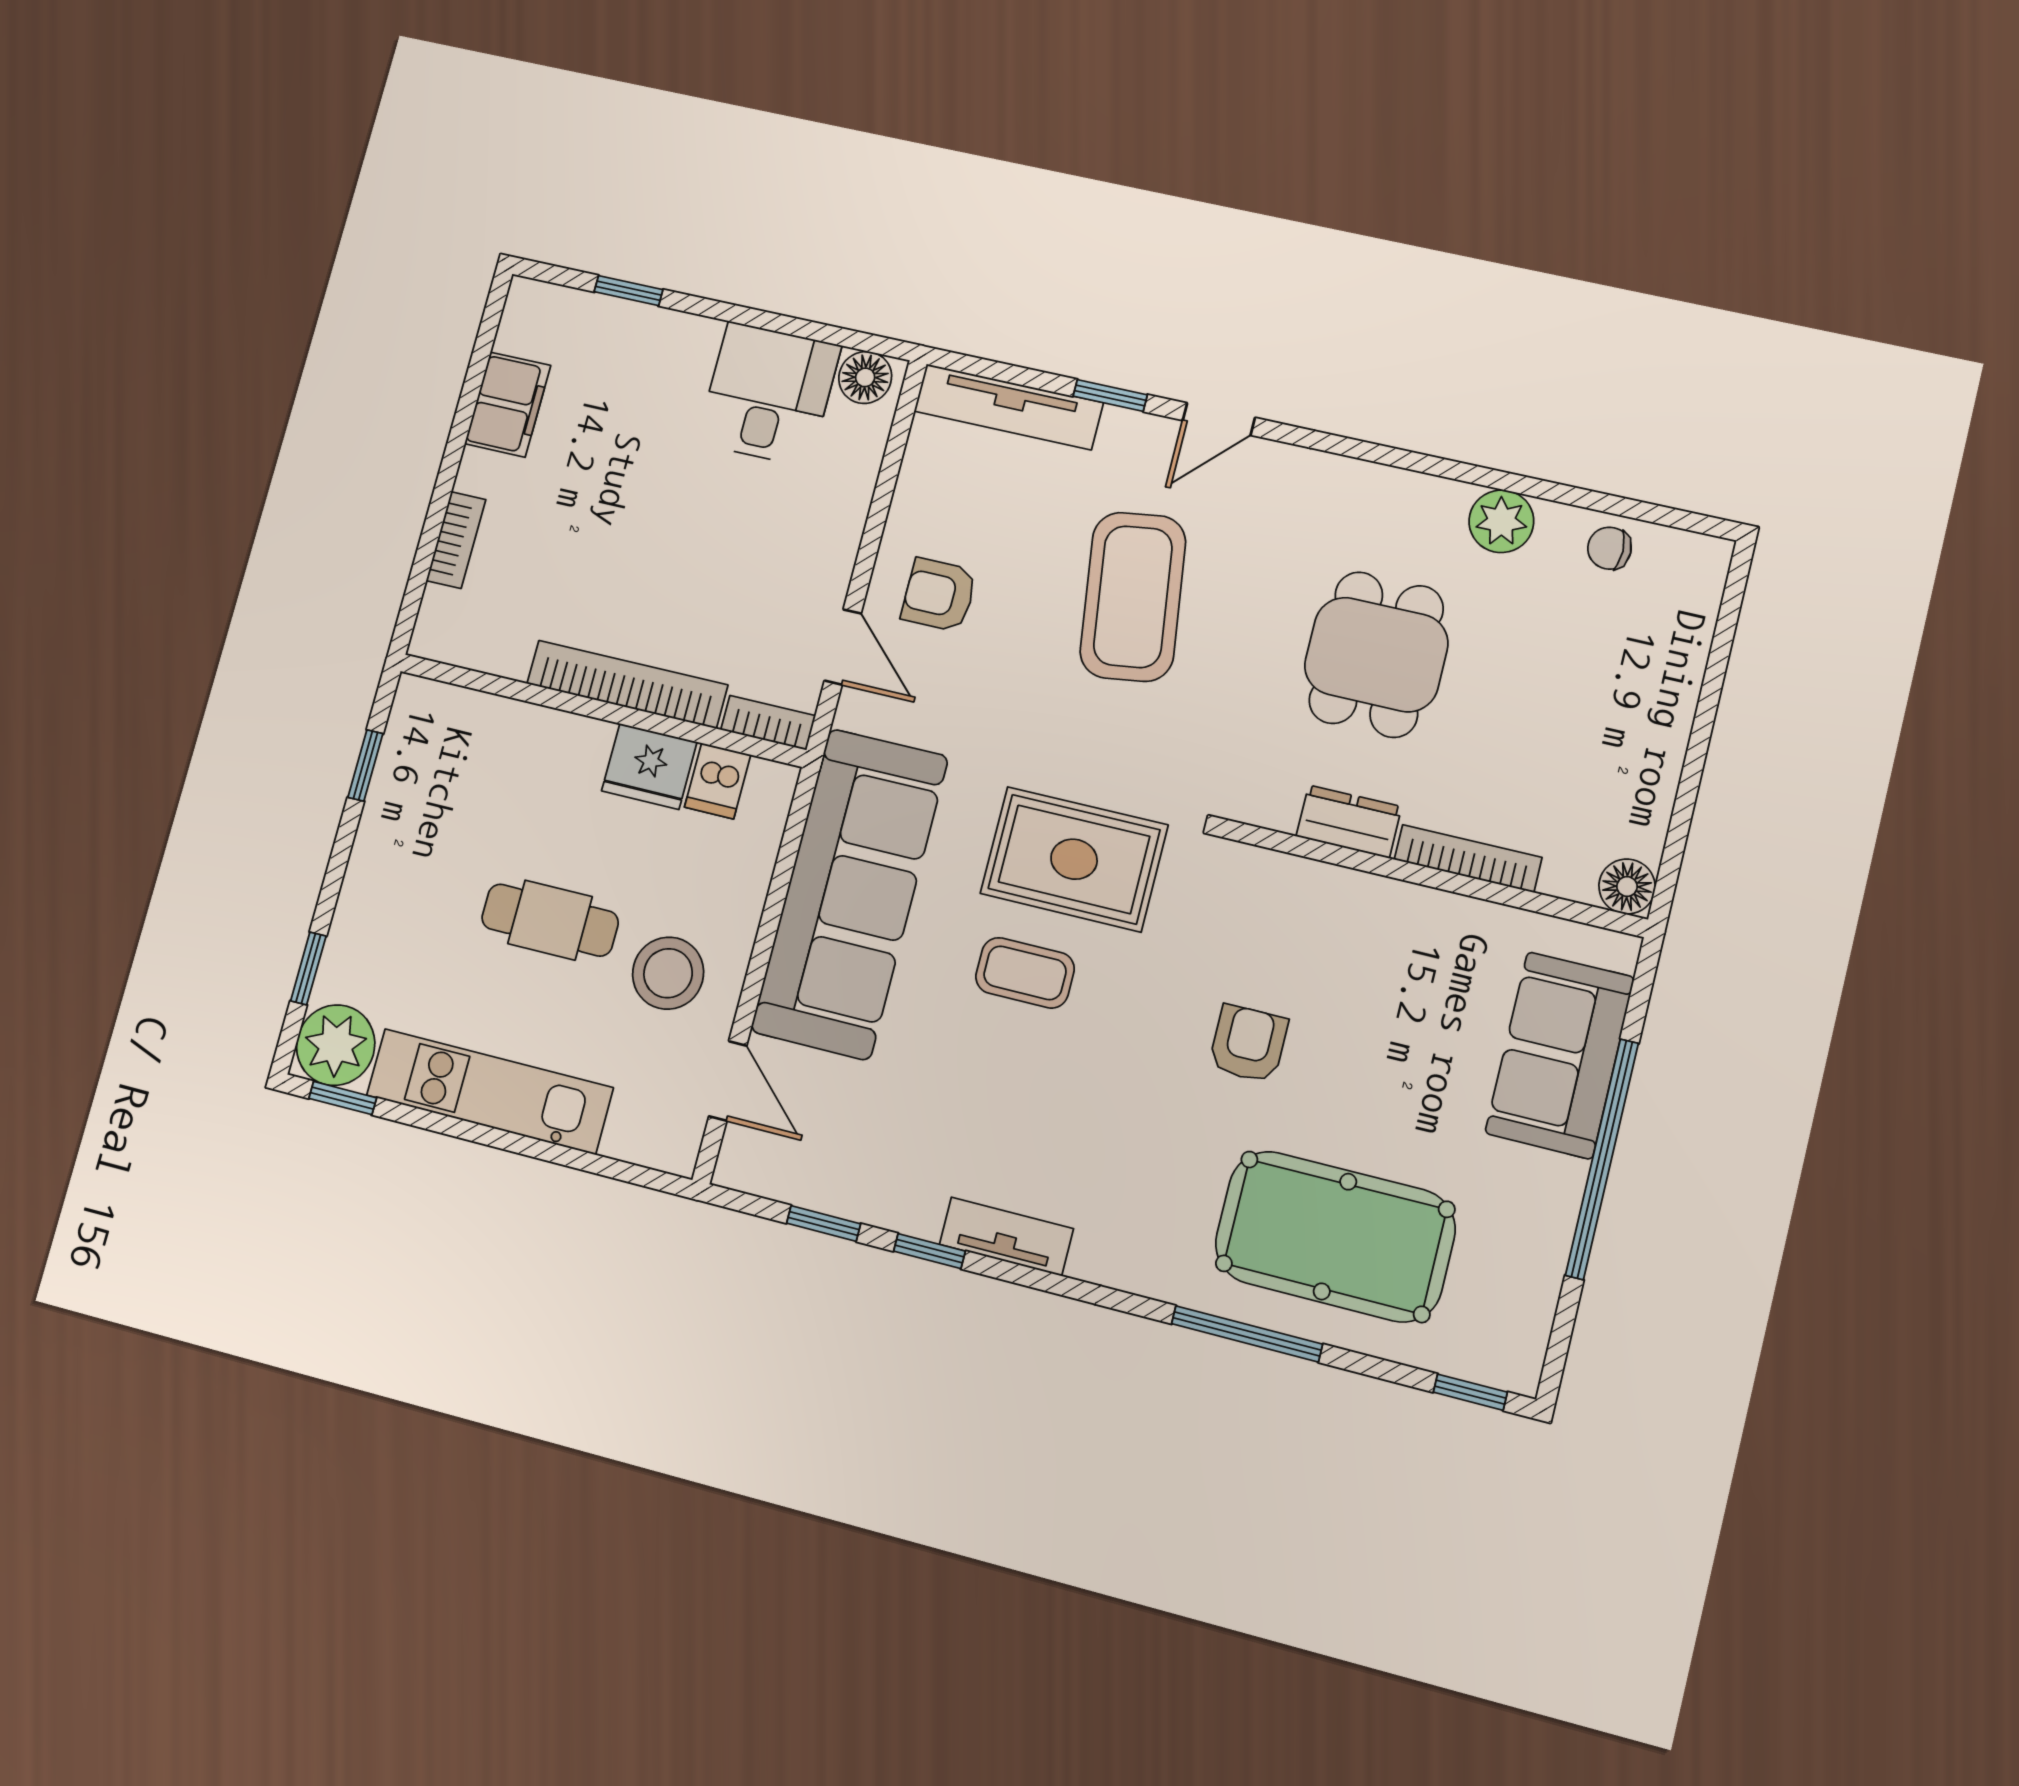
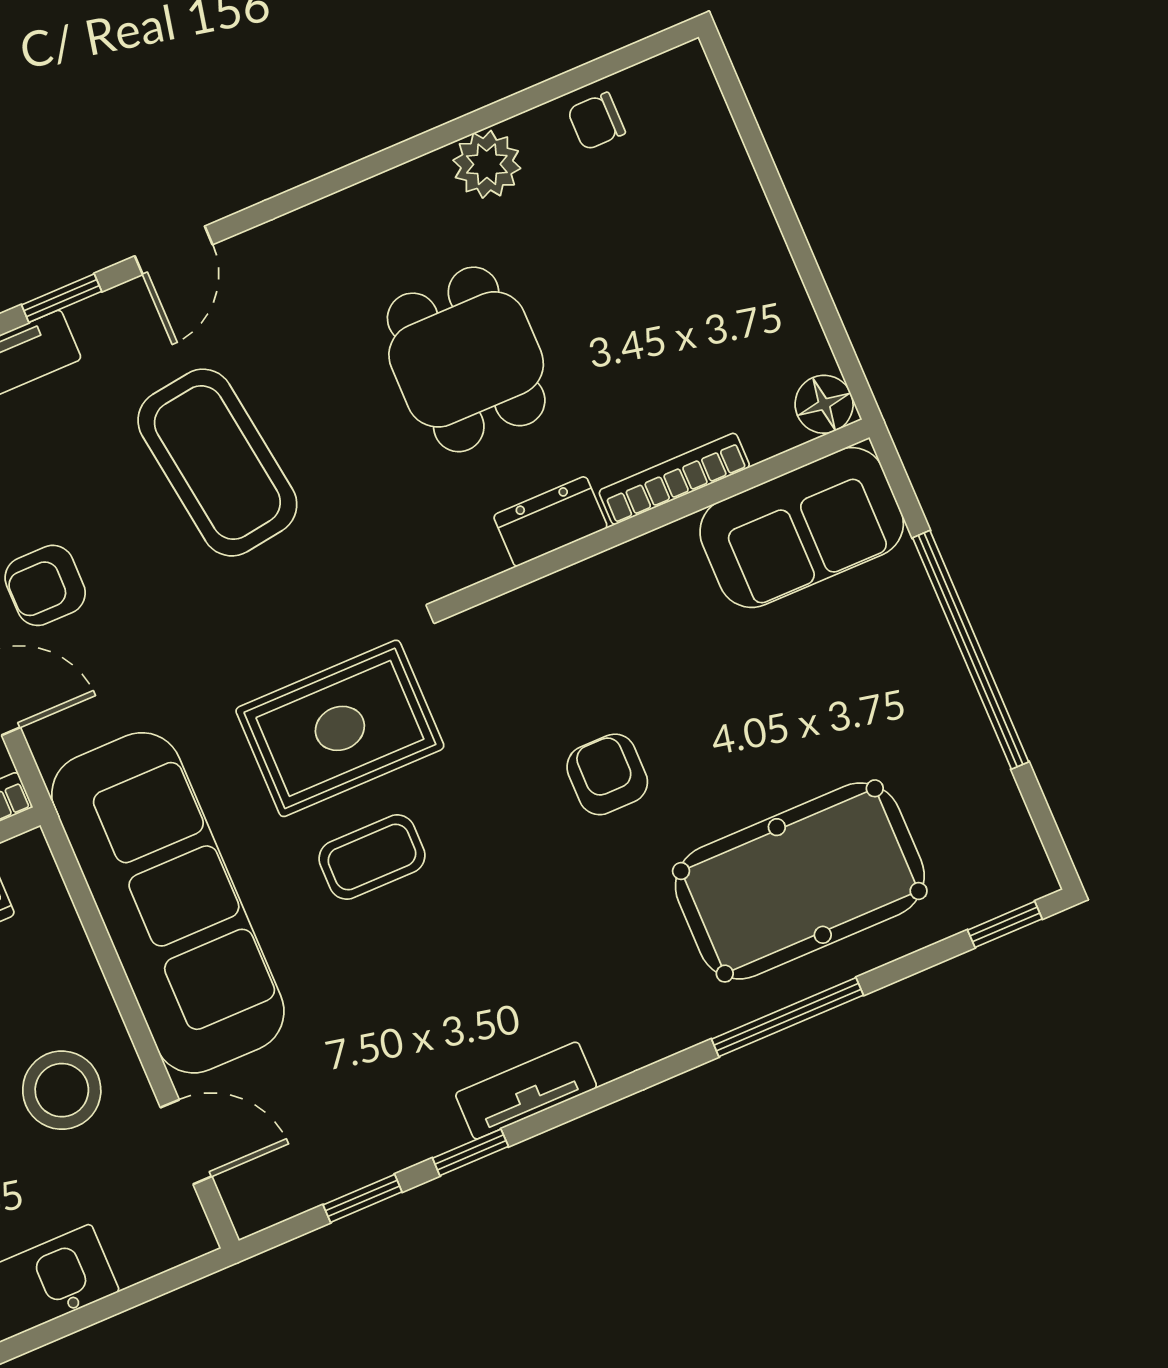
sofa: (1560, 1055) -> (802, 528), moved, turned -90

